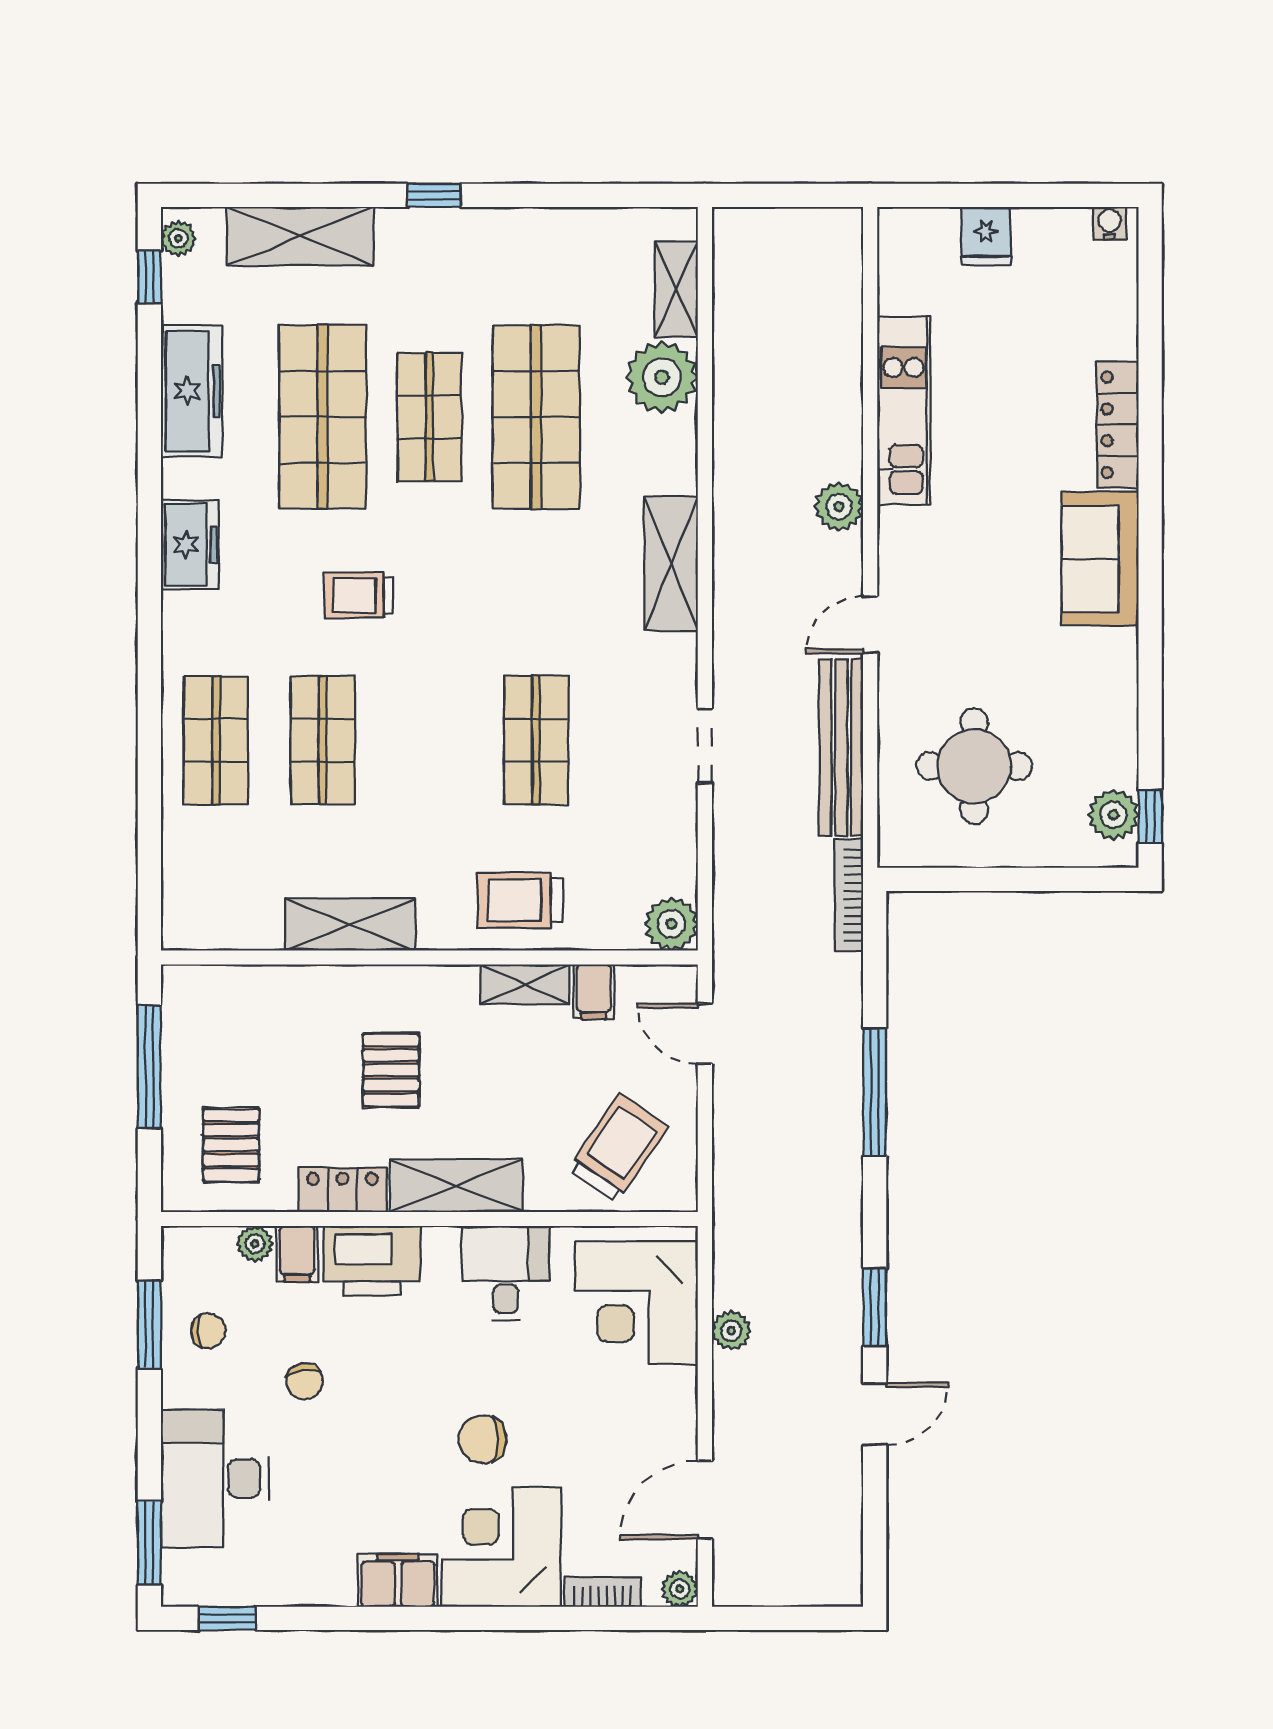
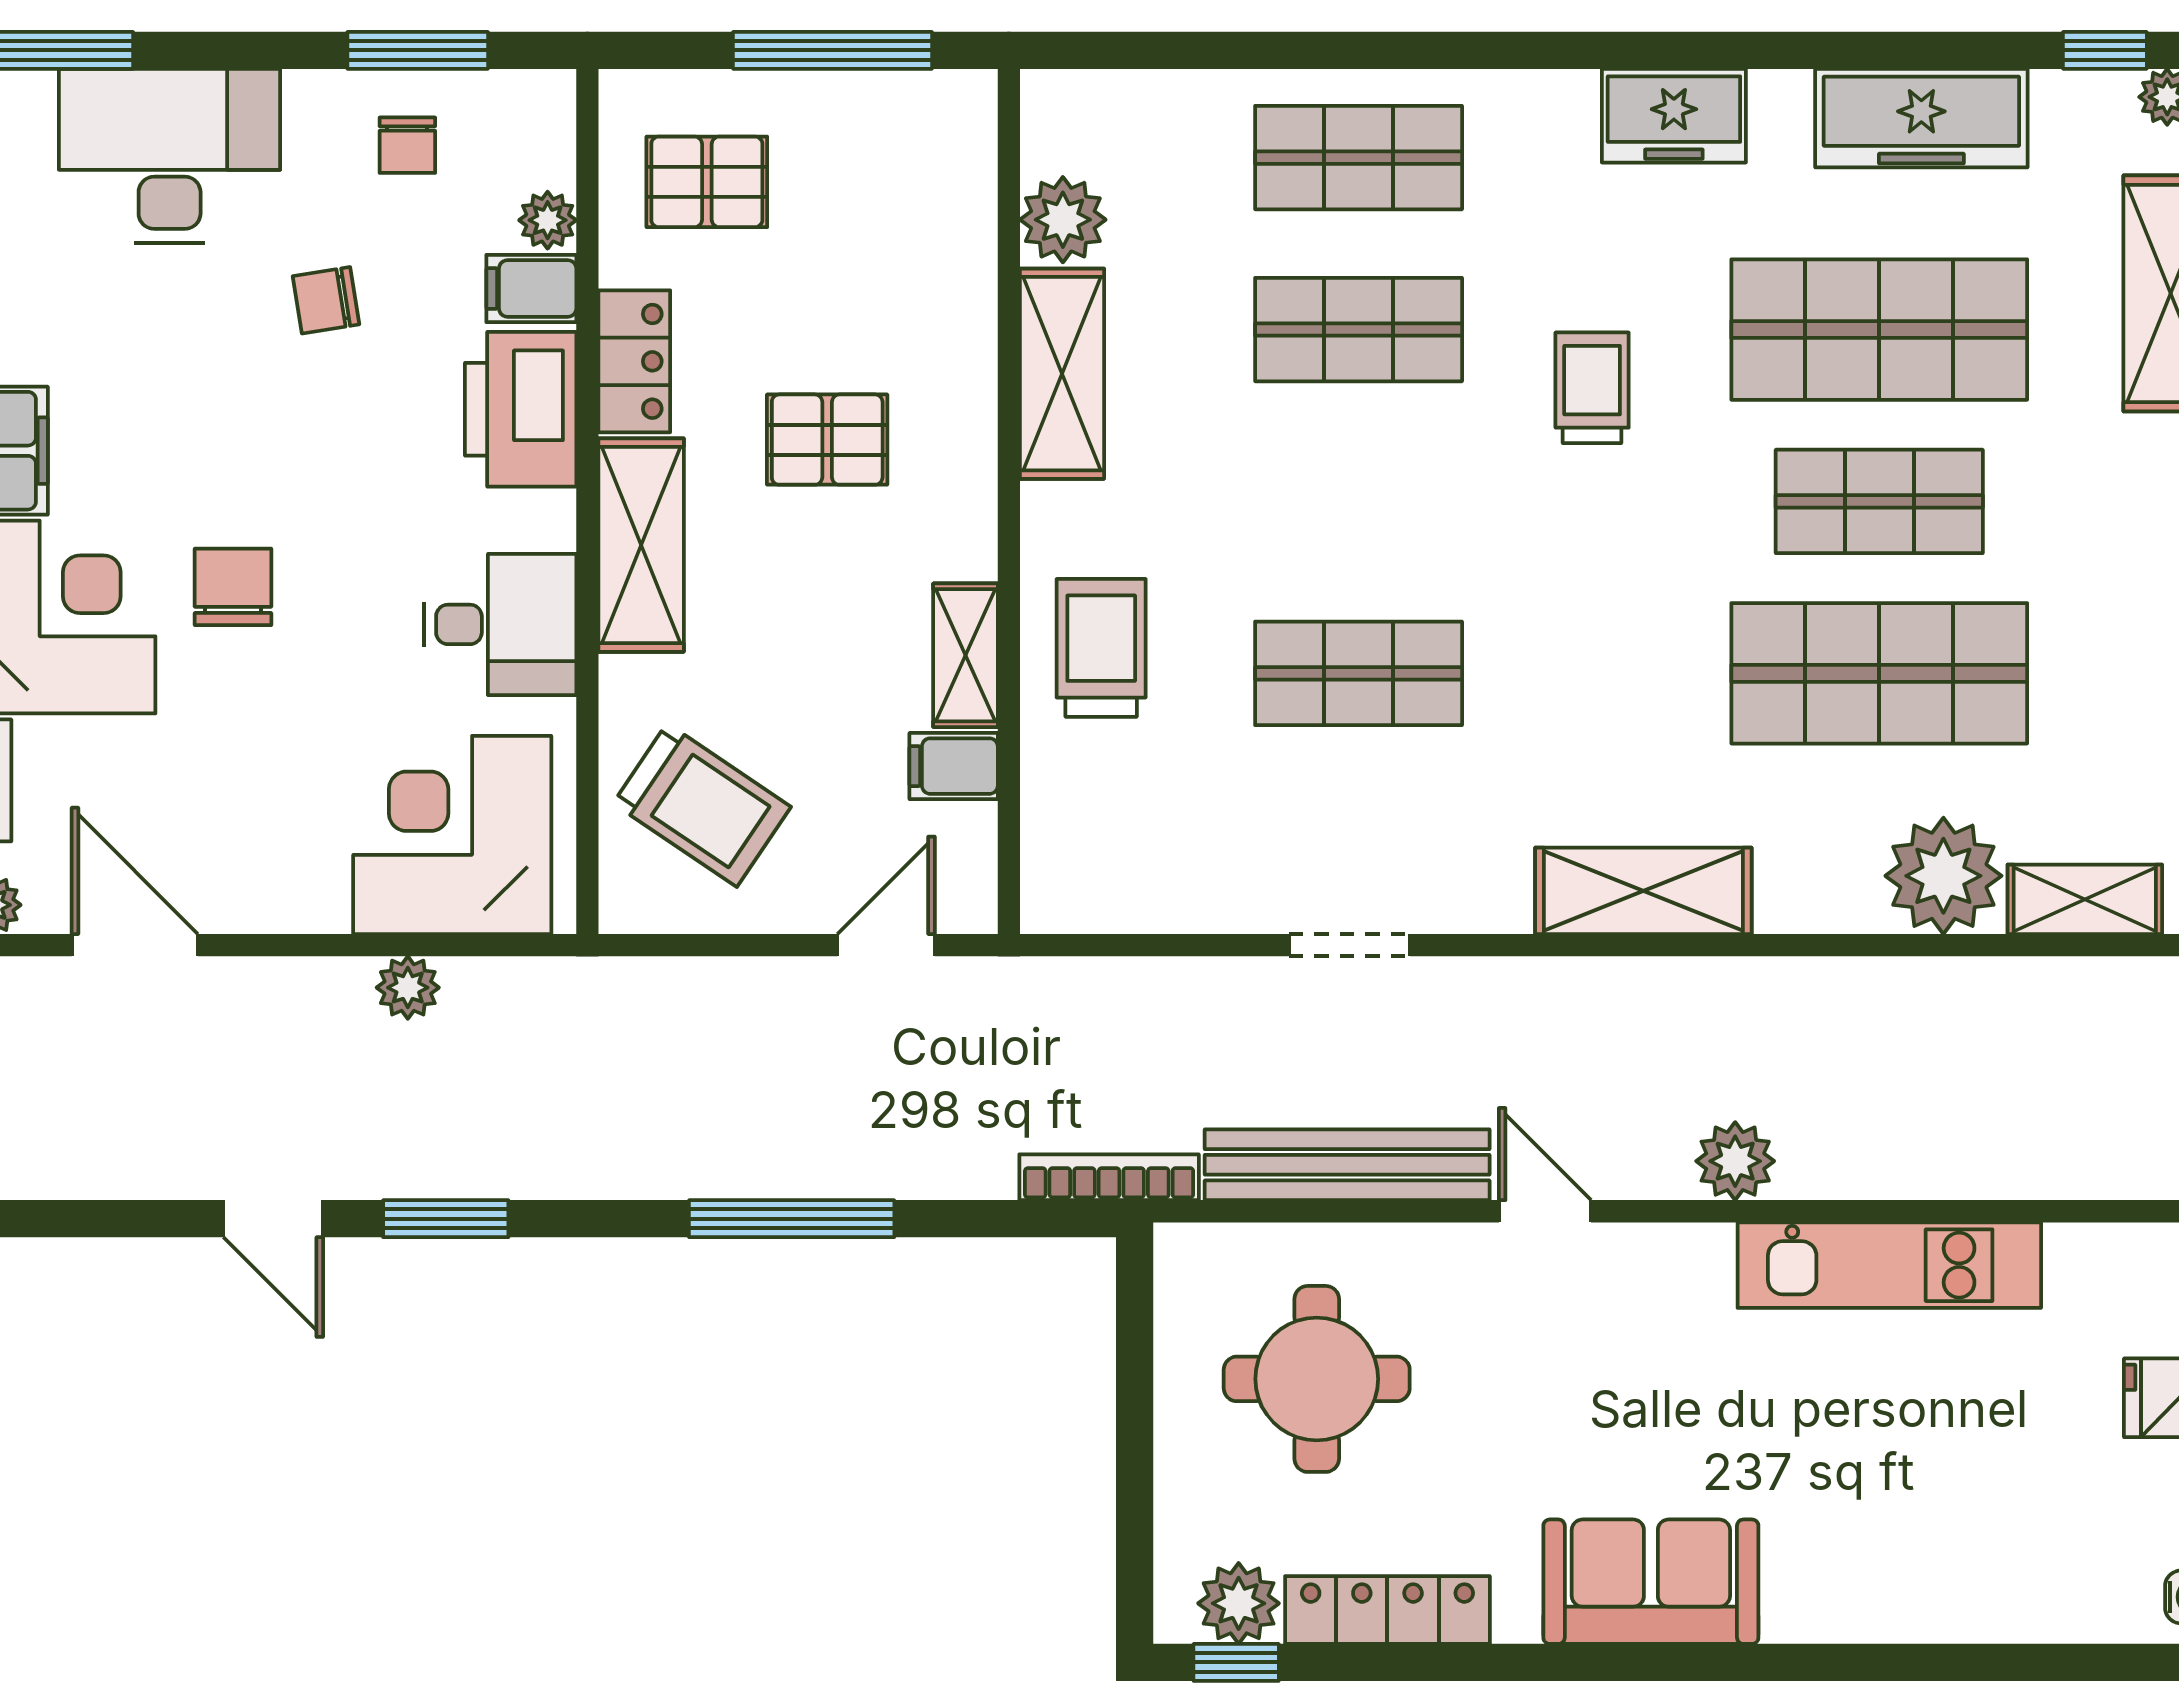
locker: (1118, 425) -> (1387, 1610), moved
plant: (671, 924) -> (1063, 220), moved

